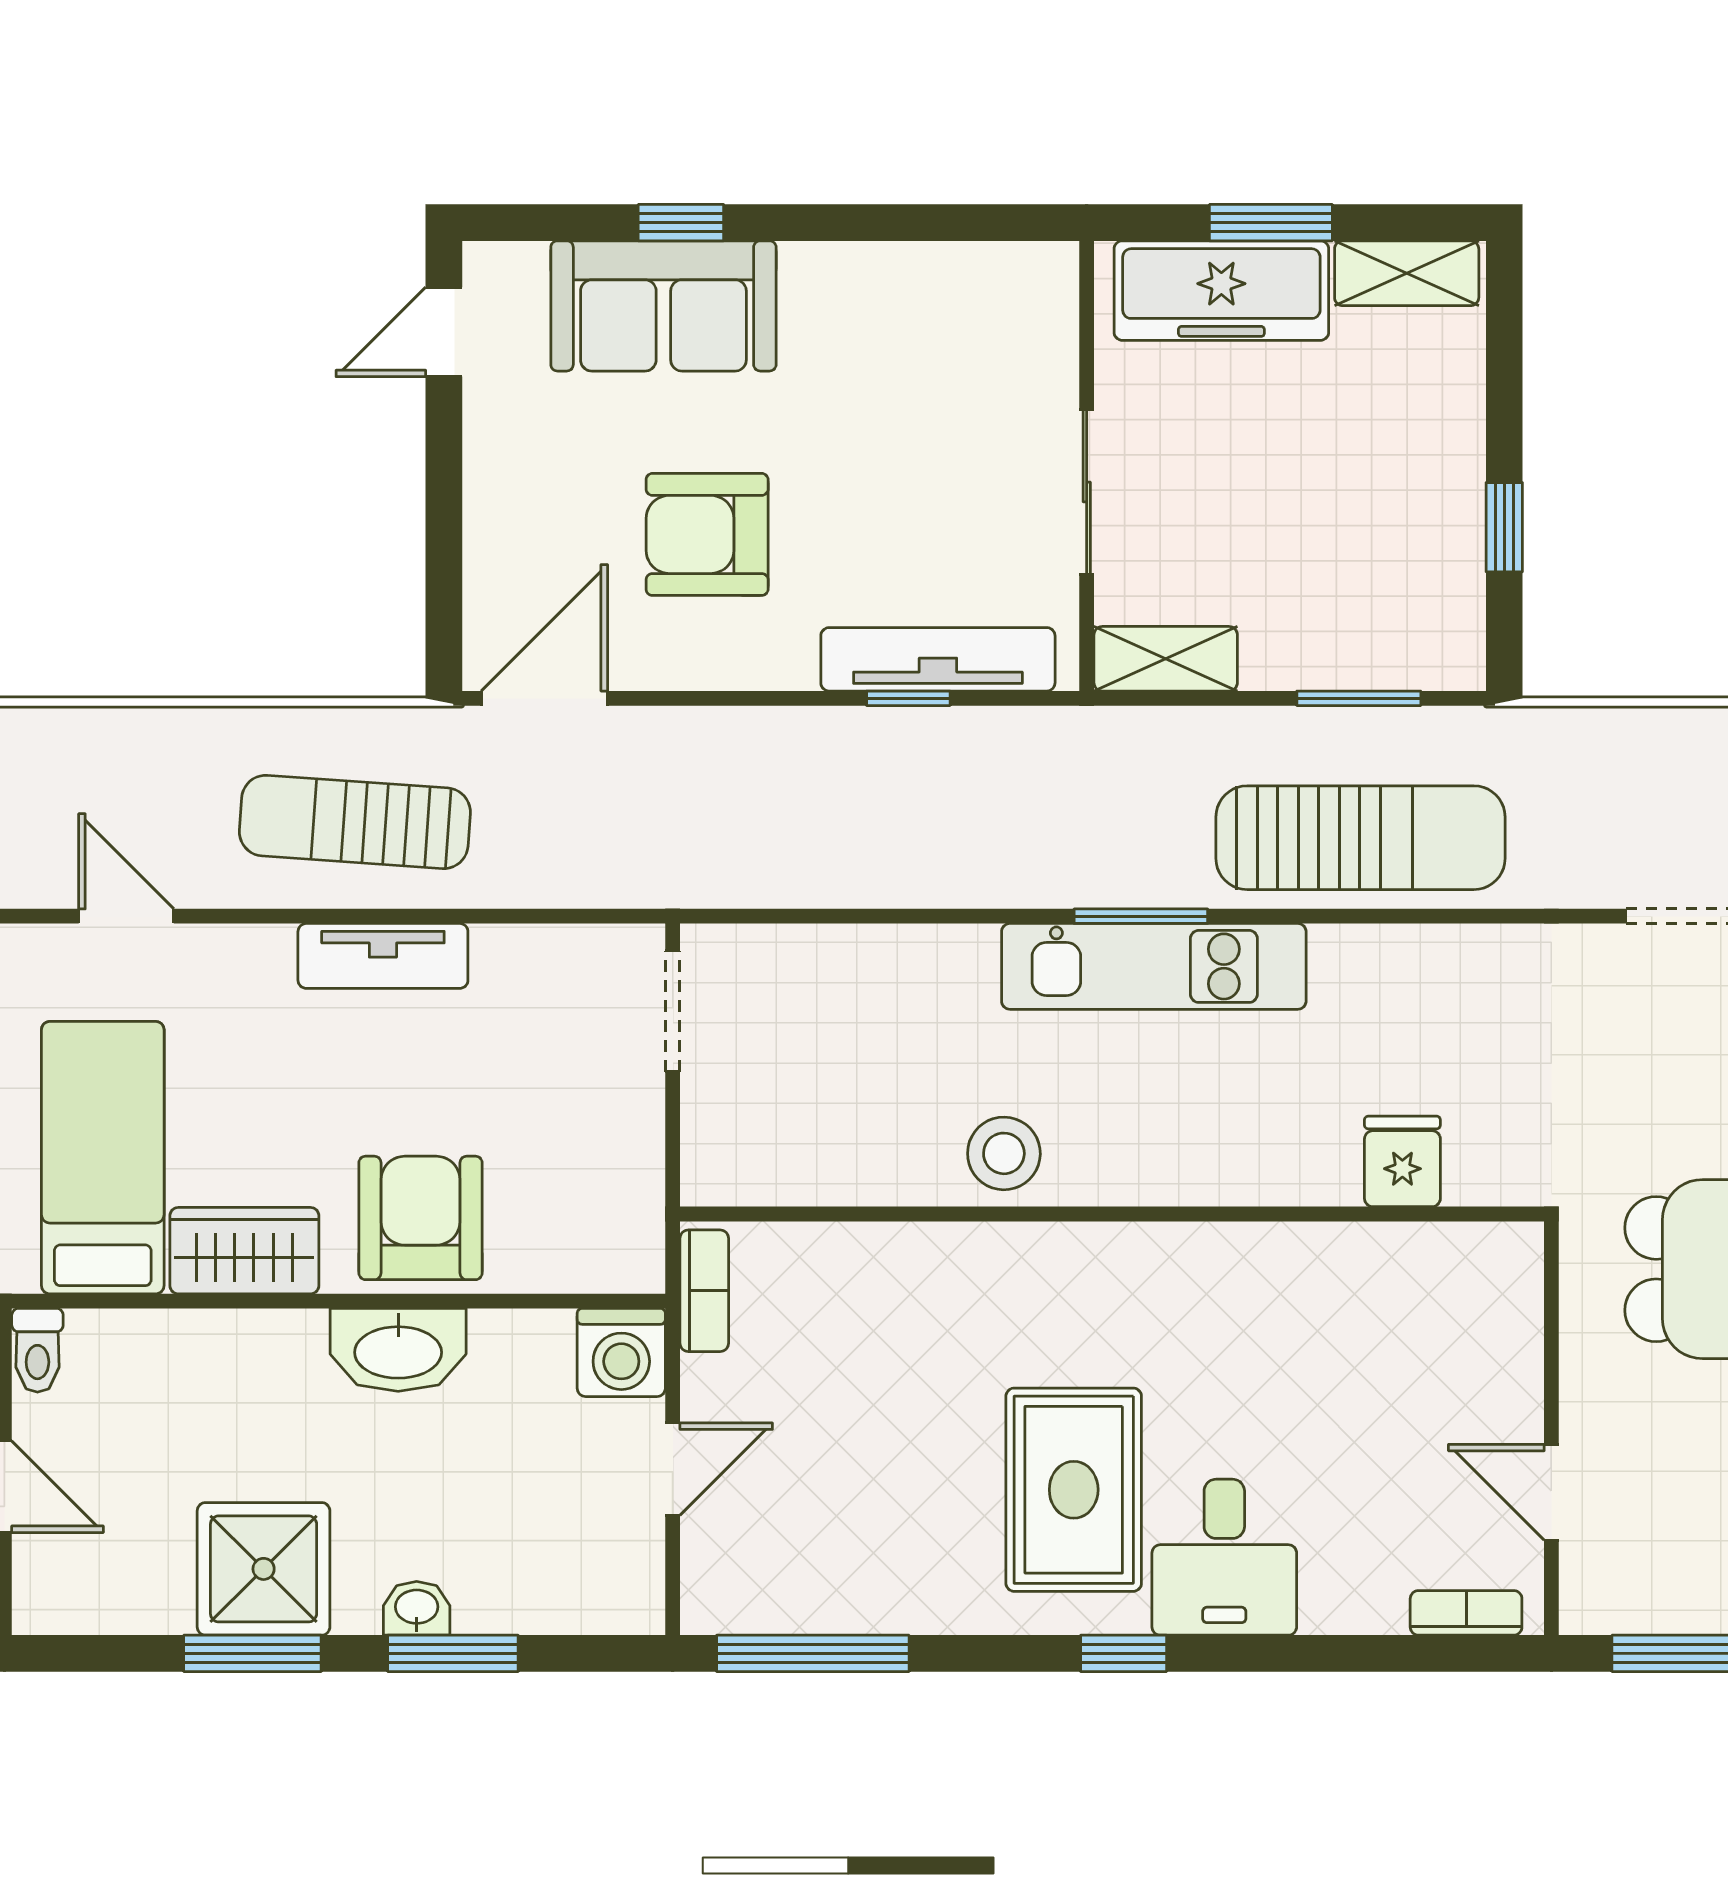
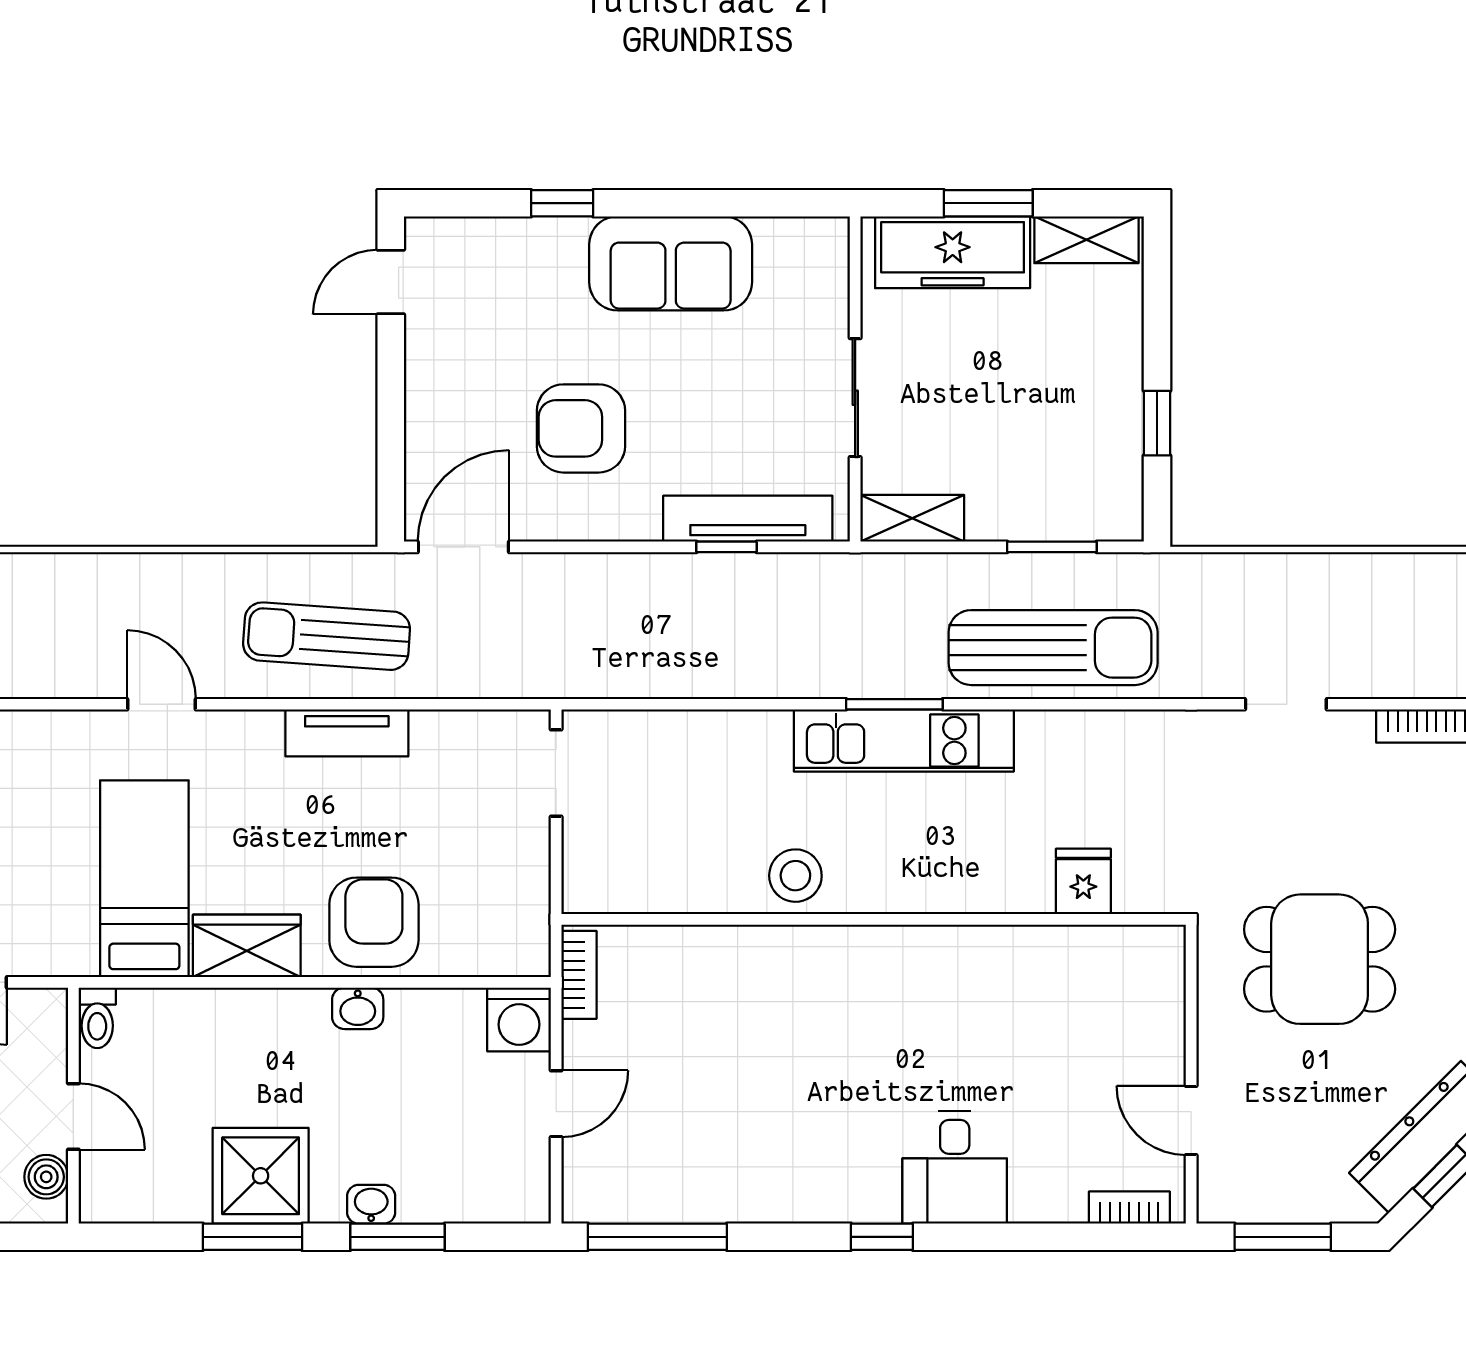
sofa: (663, 306) -> (671, 263), moved
washbasin: (398, 1350) -> (358, 1008), width x0.52, depth x0.69
rug: (1074, 1490) -> (846, 1119), removed

